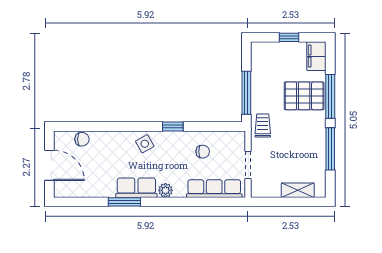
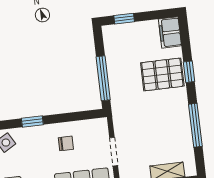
window: (289, 37) -> (124, 19), moved
window: (330, 96) -> (189, 72), width x0.46
trolley: (263, 126) -> (124, 110), removed

